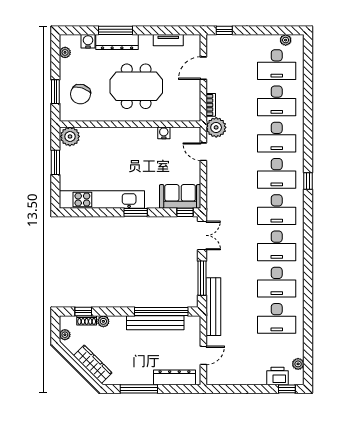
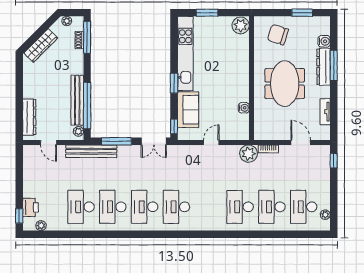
plant: (65, 52) -> (314, 21), removed
window: (55, 92) -> (302, 13), moved
door: (203, 152) -> (211, 143), moved
window: (55, 162) -> (207, 13), moved
desk: (277, 173) -> (208, 207), removed
window: (308, 181) -> (202, 234), removed
sofa: (180, 196) -> (188, 110), moved
window: (83, 311) -> (87, 37), width x2.17
plant: (103, 321) -> (78, 131), moved
window: (139, 389) -> (19, 86), removed

